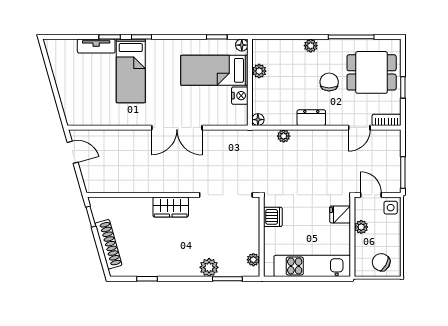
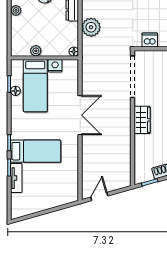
floor lamp: (242, 45) -> (16, 91), moved
plant: (284, 136) -> (91, 27), width x1.88, depth x1.88

